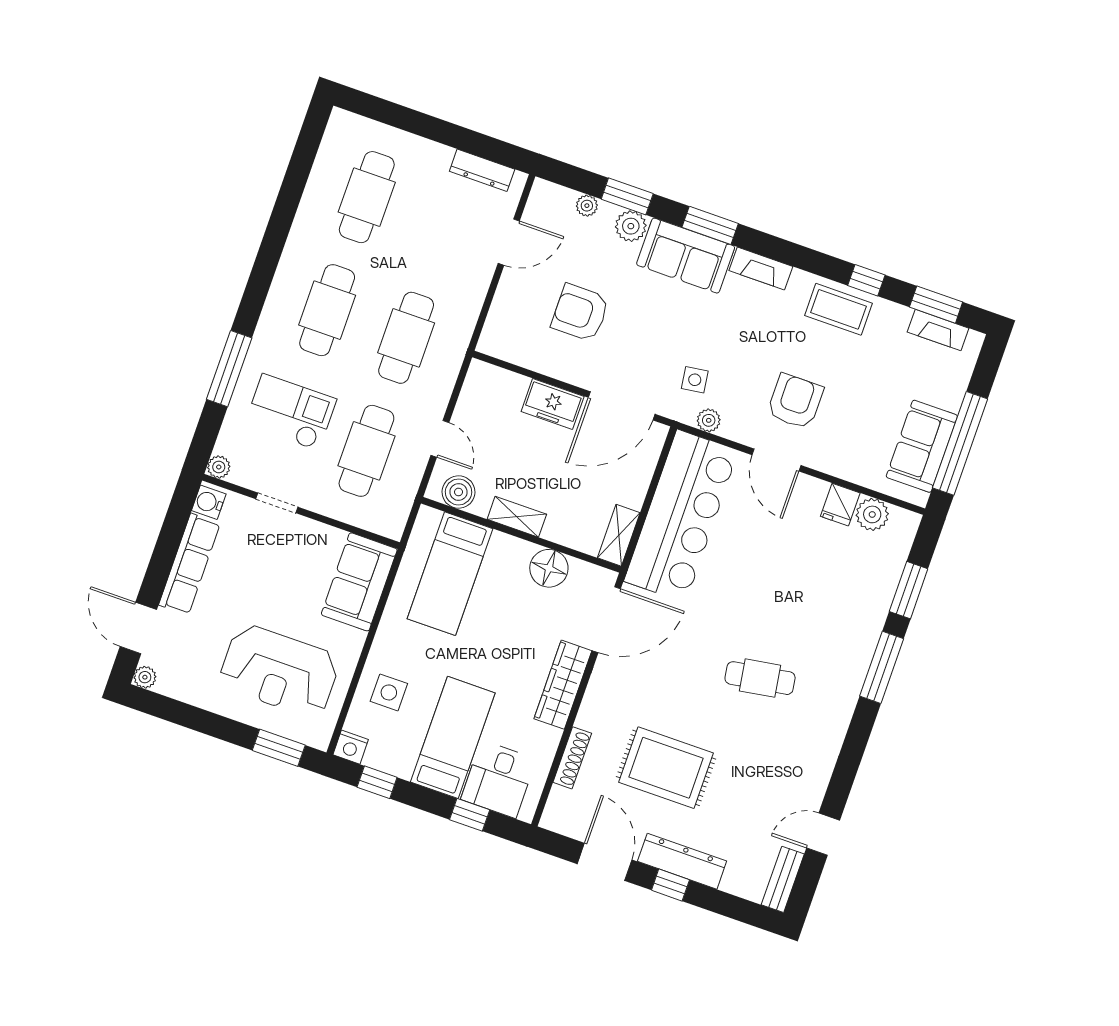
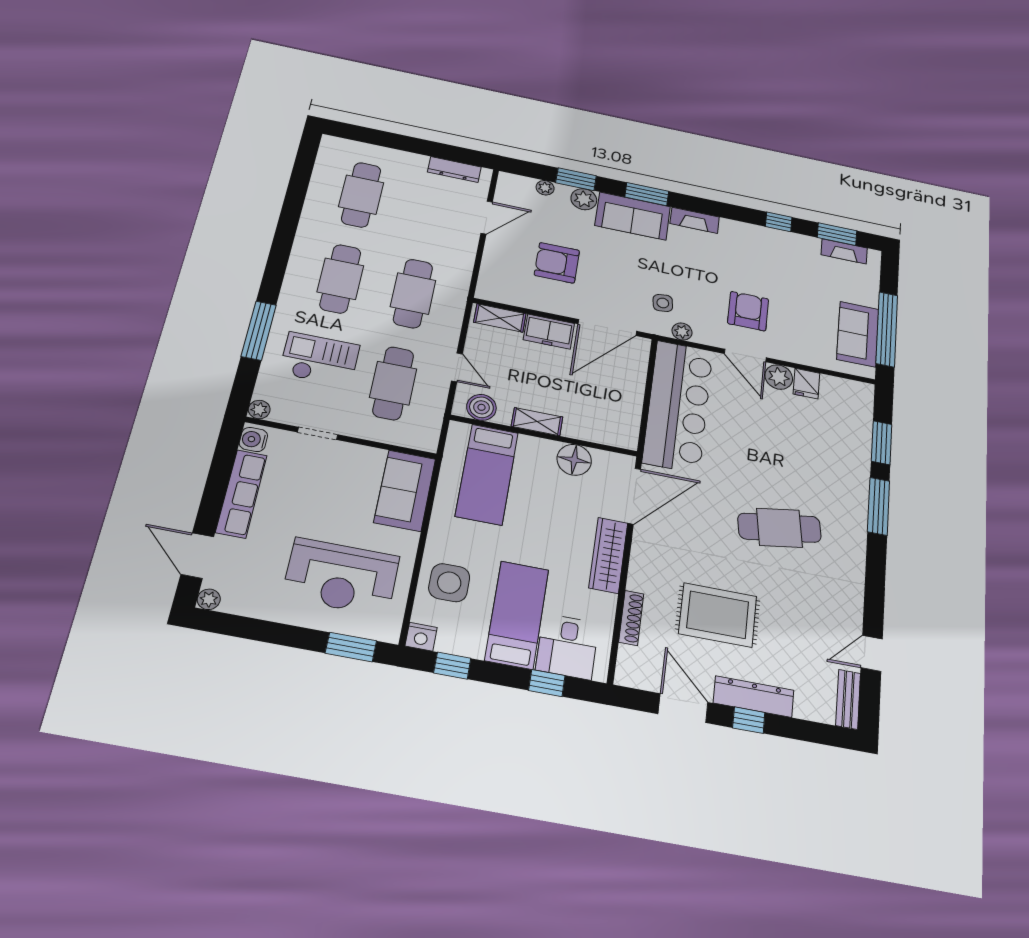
coffee table: (839, 309) -> (763, 243), removed
plant: (872, 514) -> (779, 377), moved
shelving: (619, 535) -> (500, 318), moved, turned 90
cafe table: (760, 678) -> (779, 528), width x1.37, depth x1.35
side table: (389, 692) -> (449, 583), width x1.37, depth x1.37

